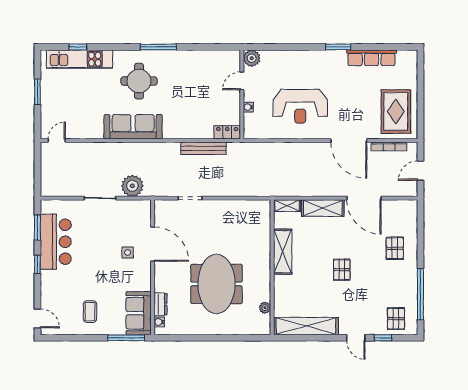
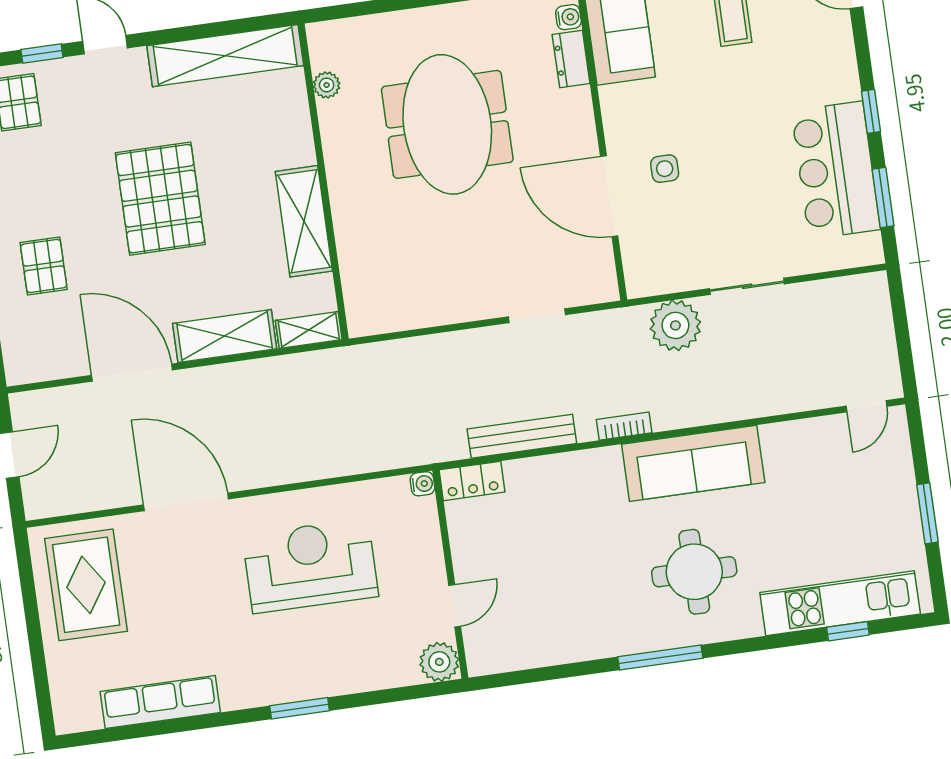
window: (338, 47) -> (300, 708), moved
water cooler: (248, 107) -> (422, 484), moved
bookcase: (389, 146) -> (624, 426), moved, width x0.64
pallet: (342, 270) -> (160, 199), width x2.05, depth x2.00

